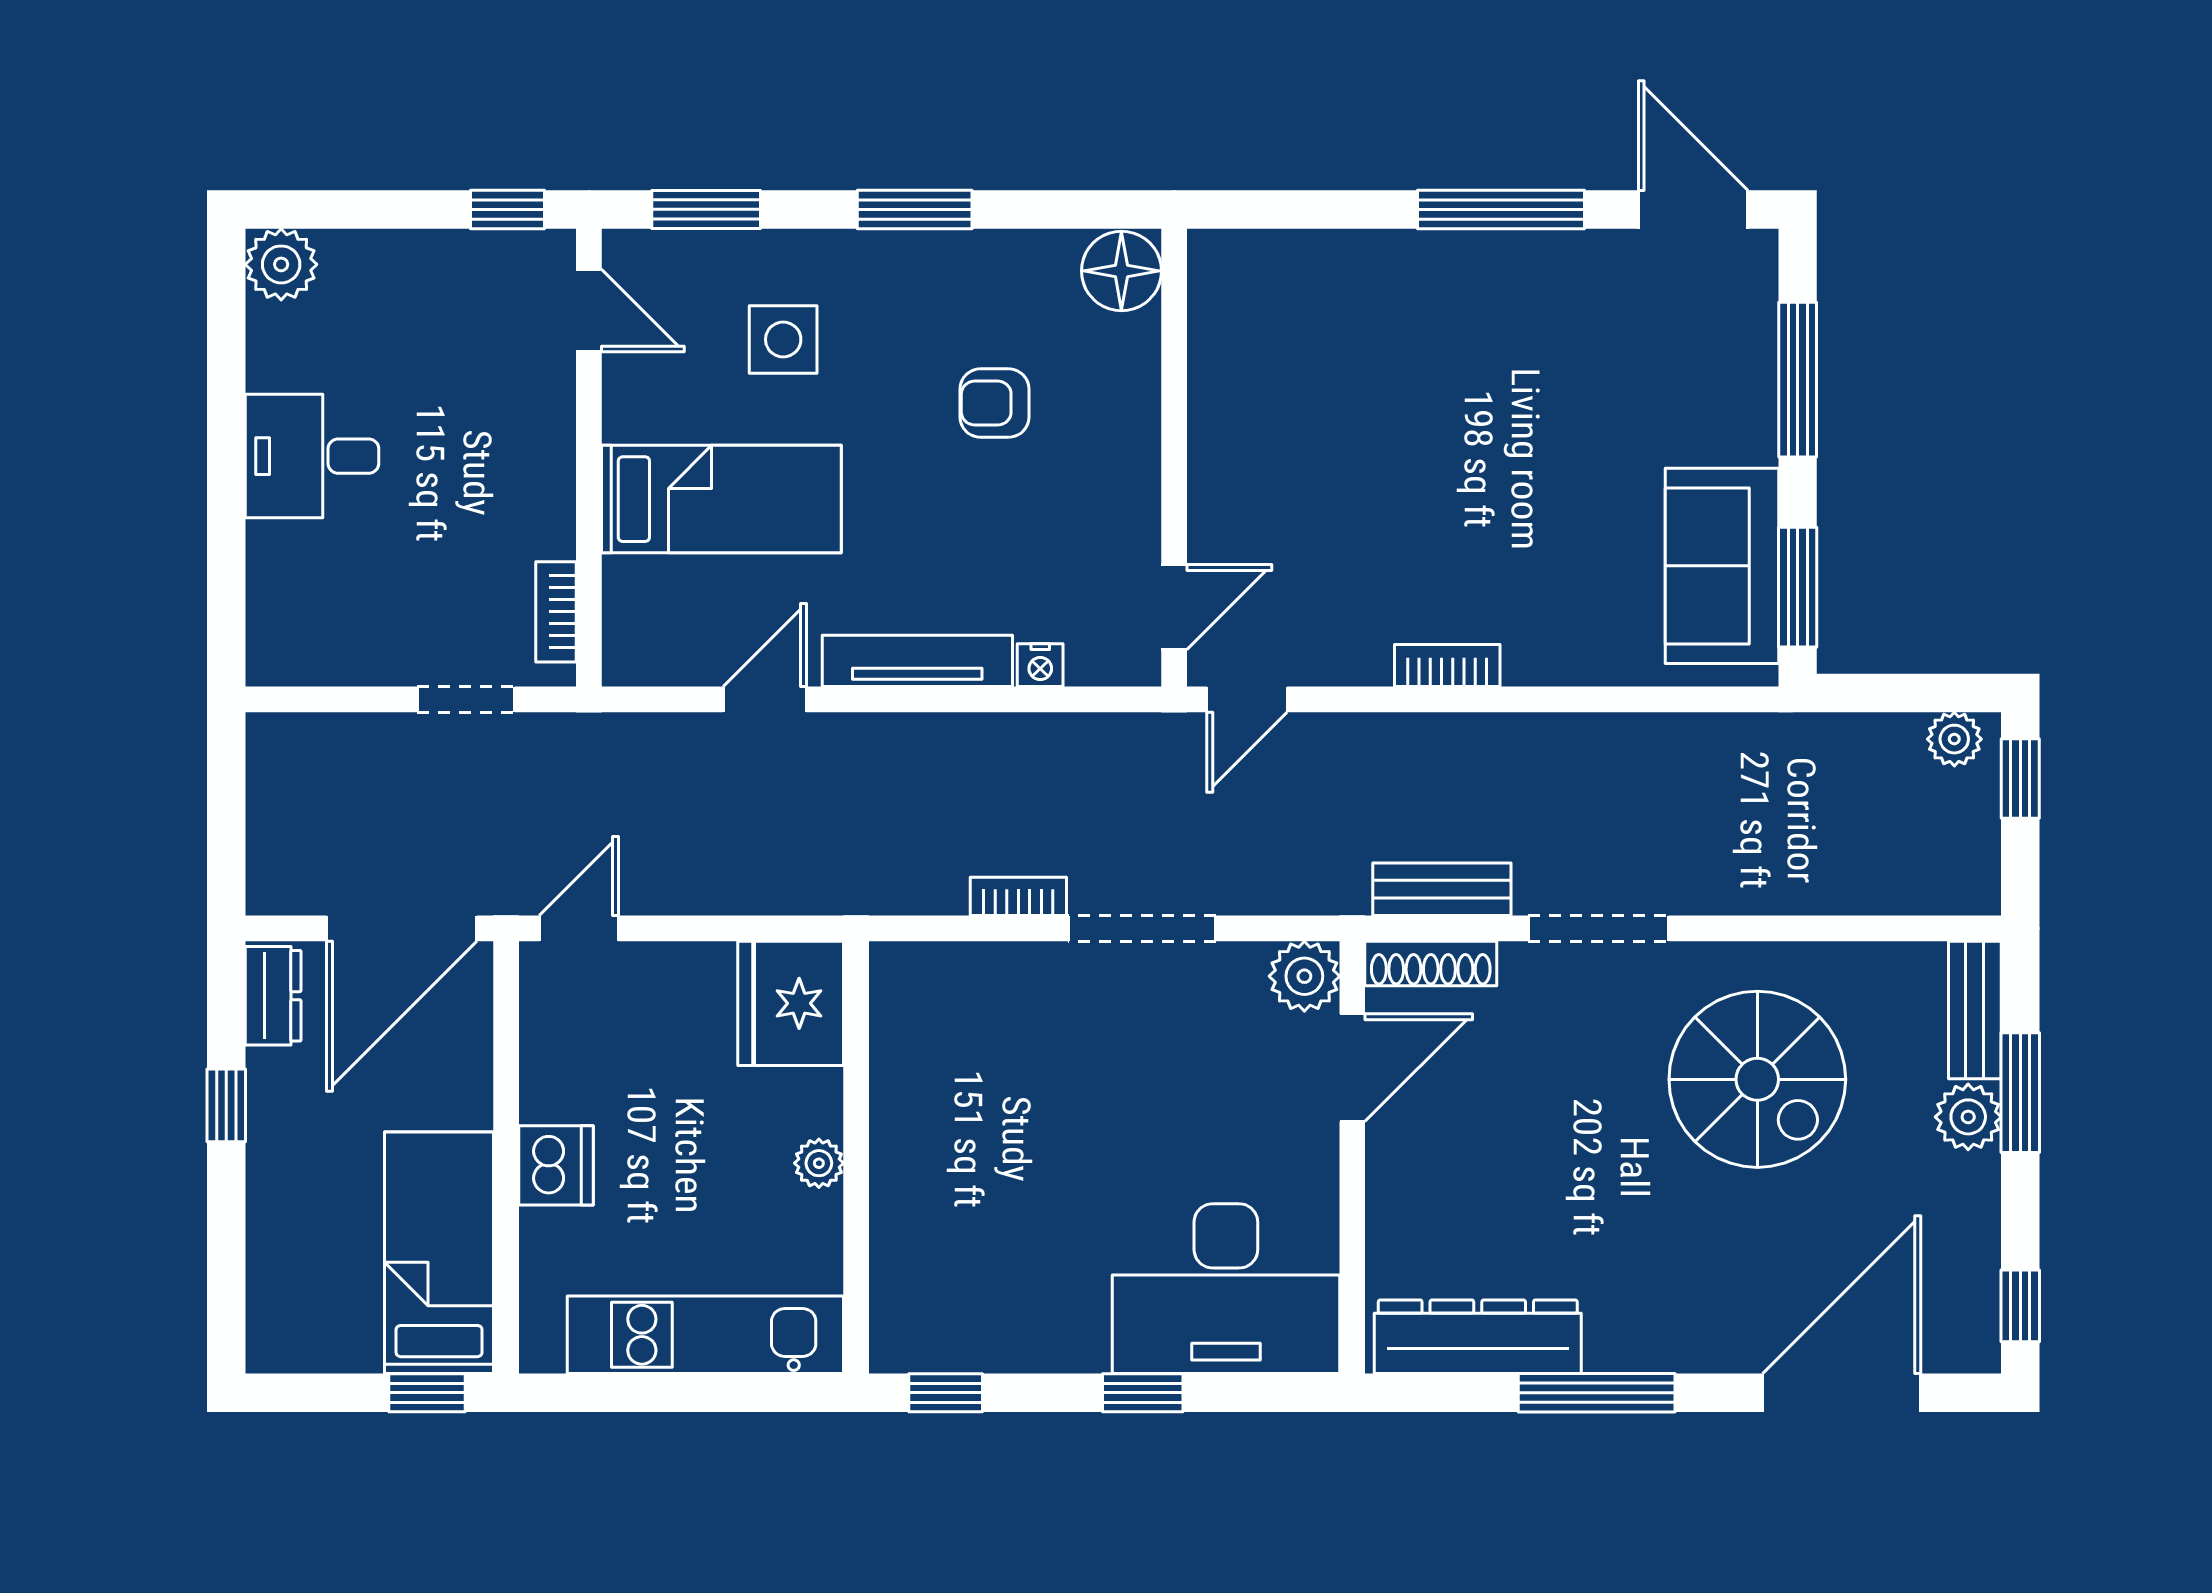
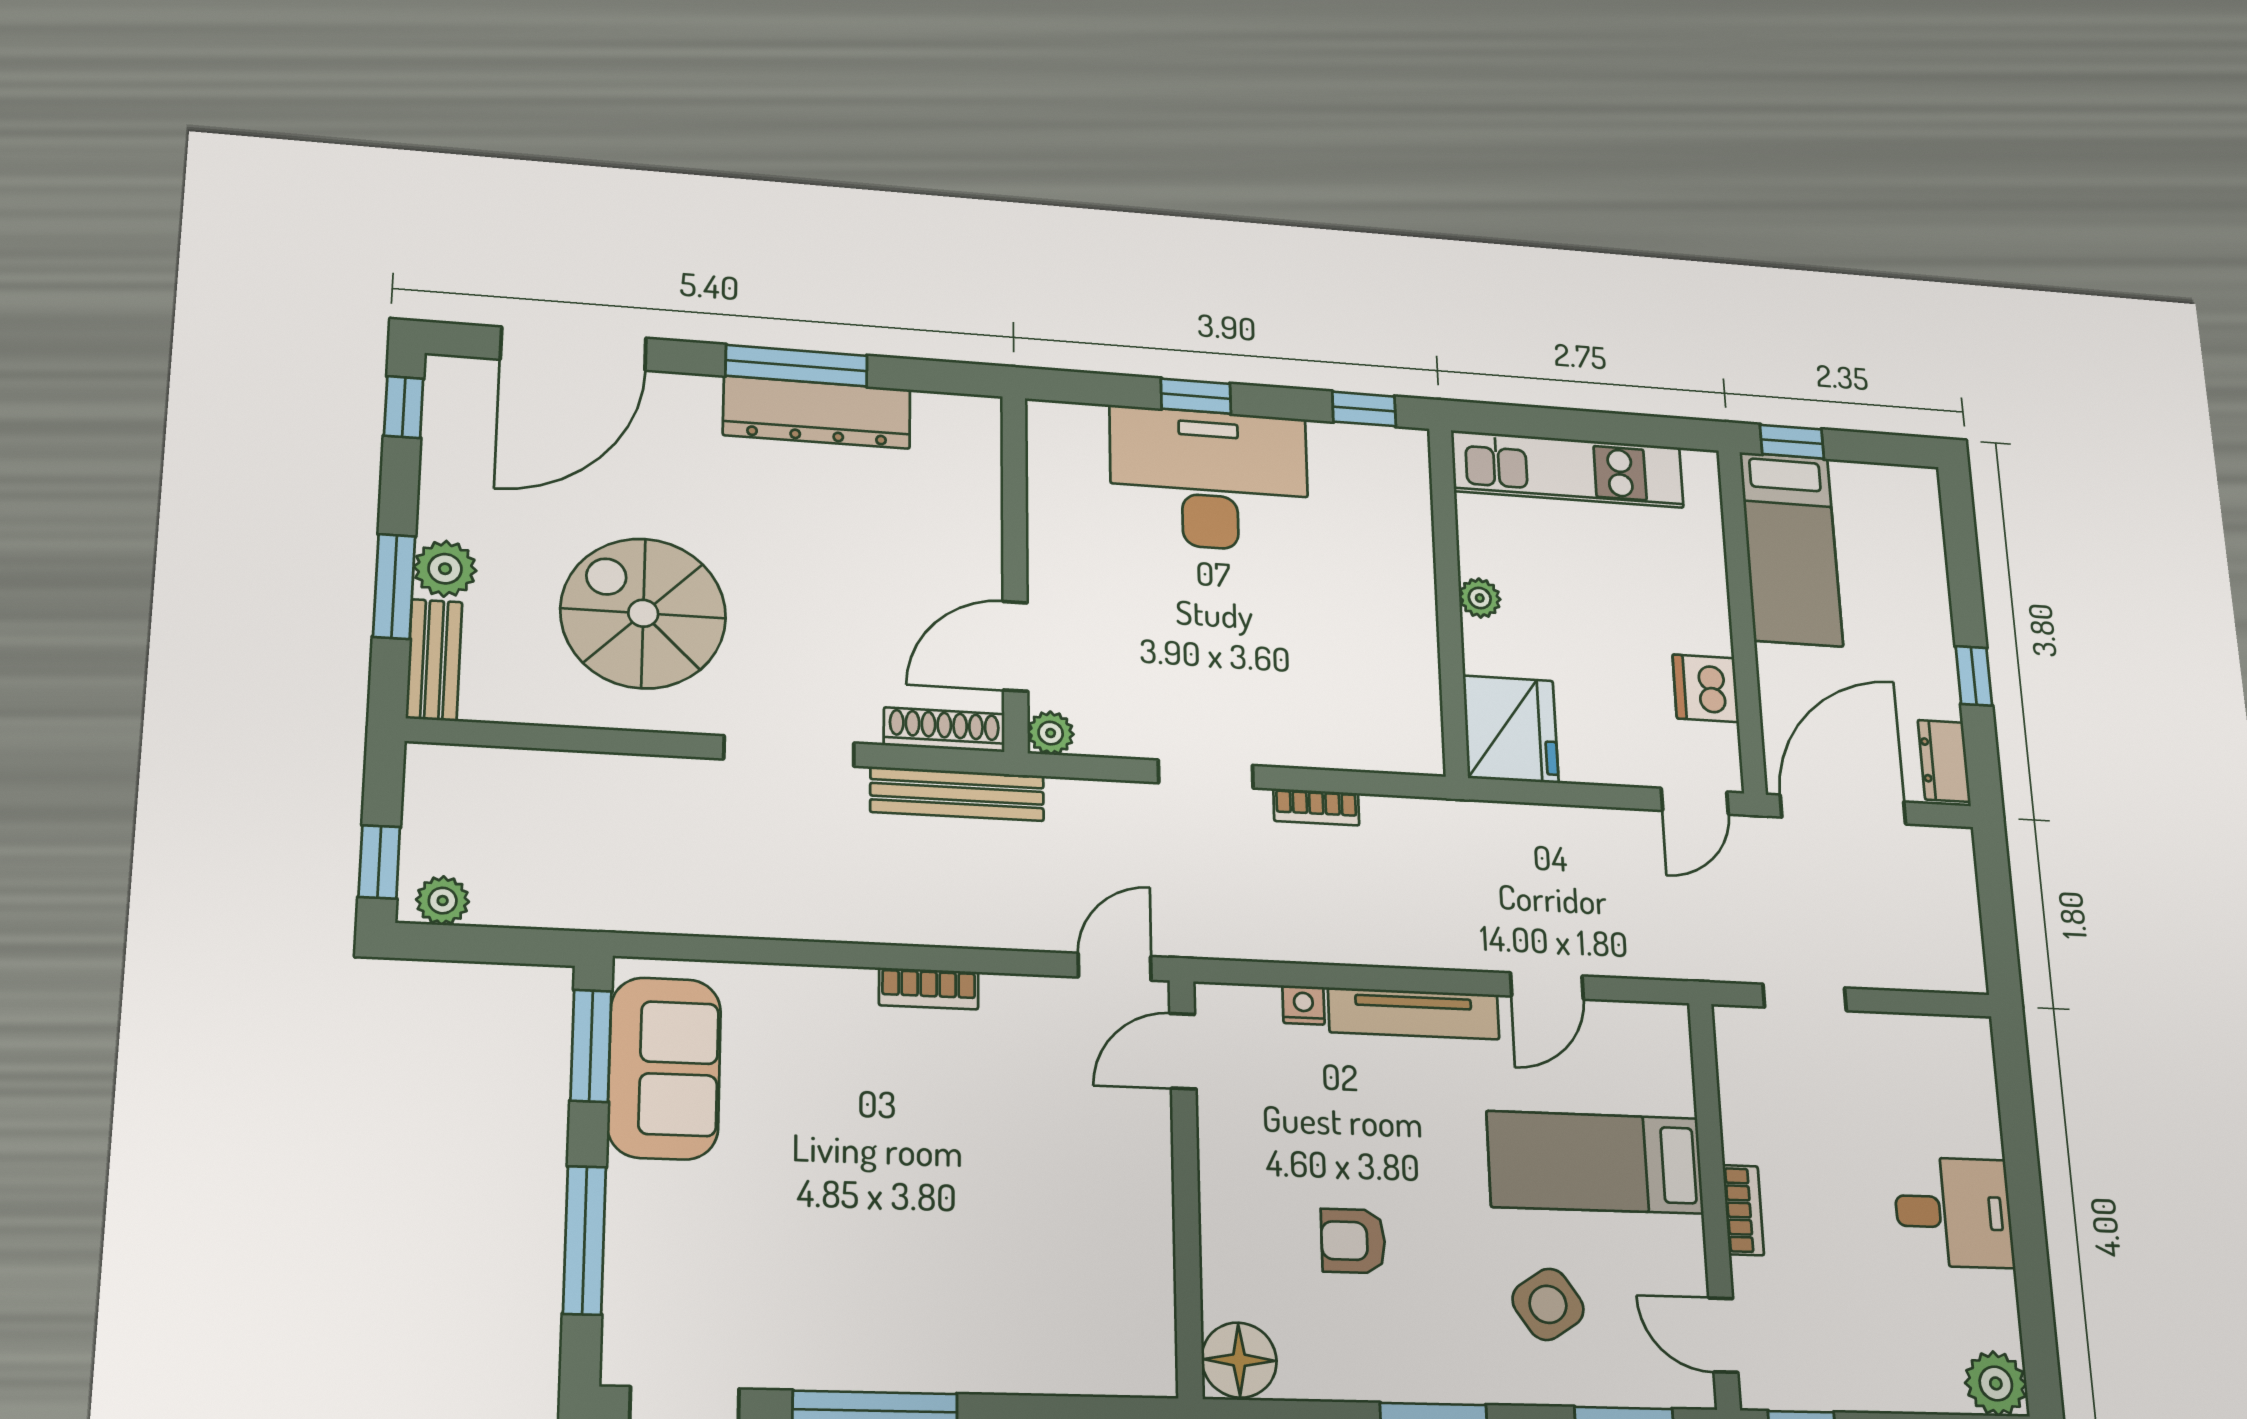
side table: (783, 339) -> (1548, 1304), turned -34
armchair: (994, 403) -> (1353, 1241), turned 180
bookcase: (556, 612) -> (1743, 1210), moved
bench: (1442, 889) -> (957, 794), width x1.36
doorway: (1142, 928) -> (1206, 774), width x0.73
plant: (1304, 976) -> (1051, 733), width x0.73, depth x0.73
dishwasher: (556, 1165) -> (1706, 688), moved
desk: (1226, 1289) -> (1209, 479), moved
dresser: (1478, 1337) -> (817, 412), moved

